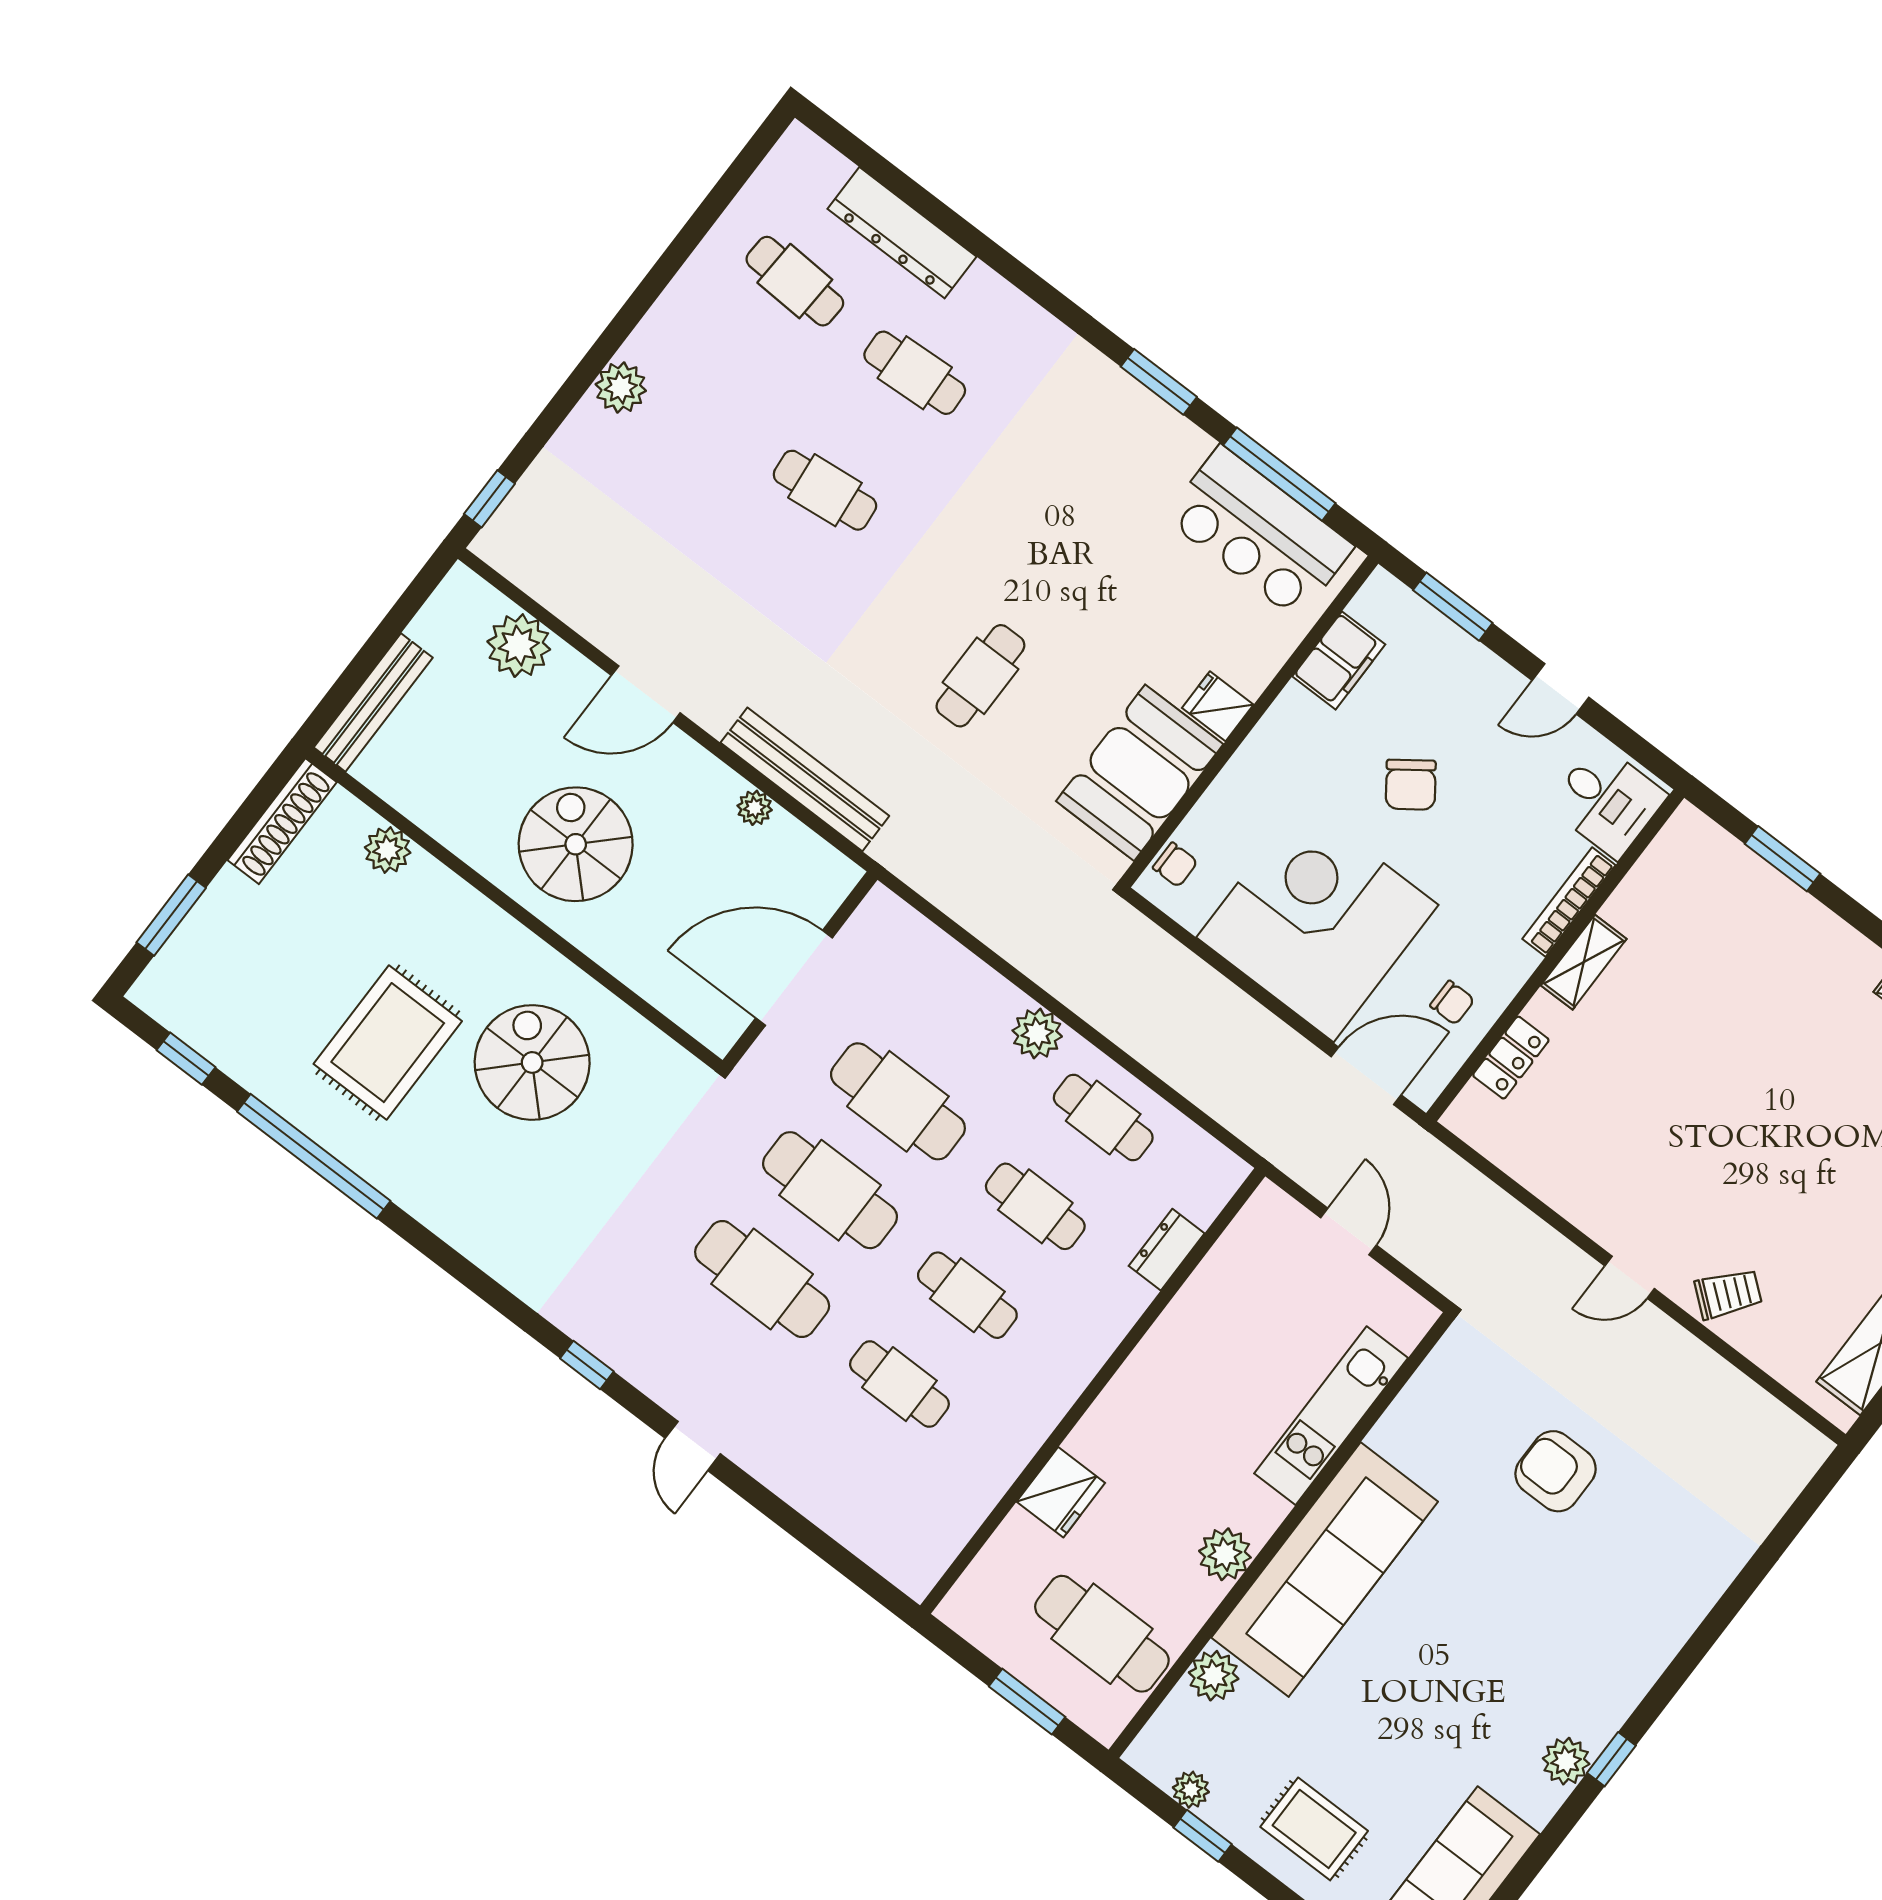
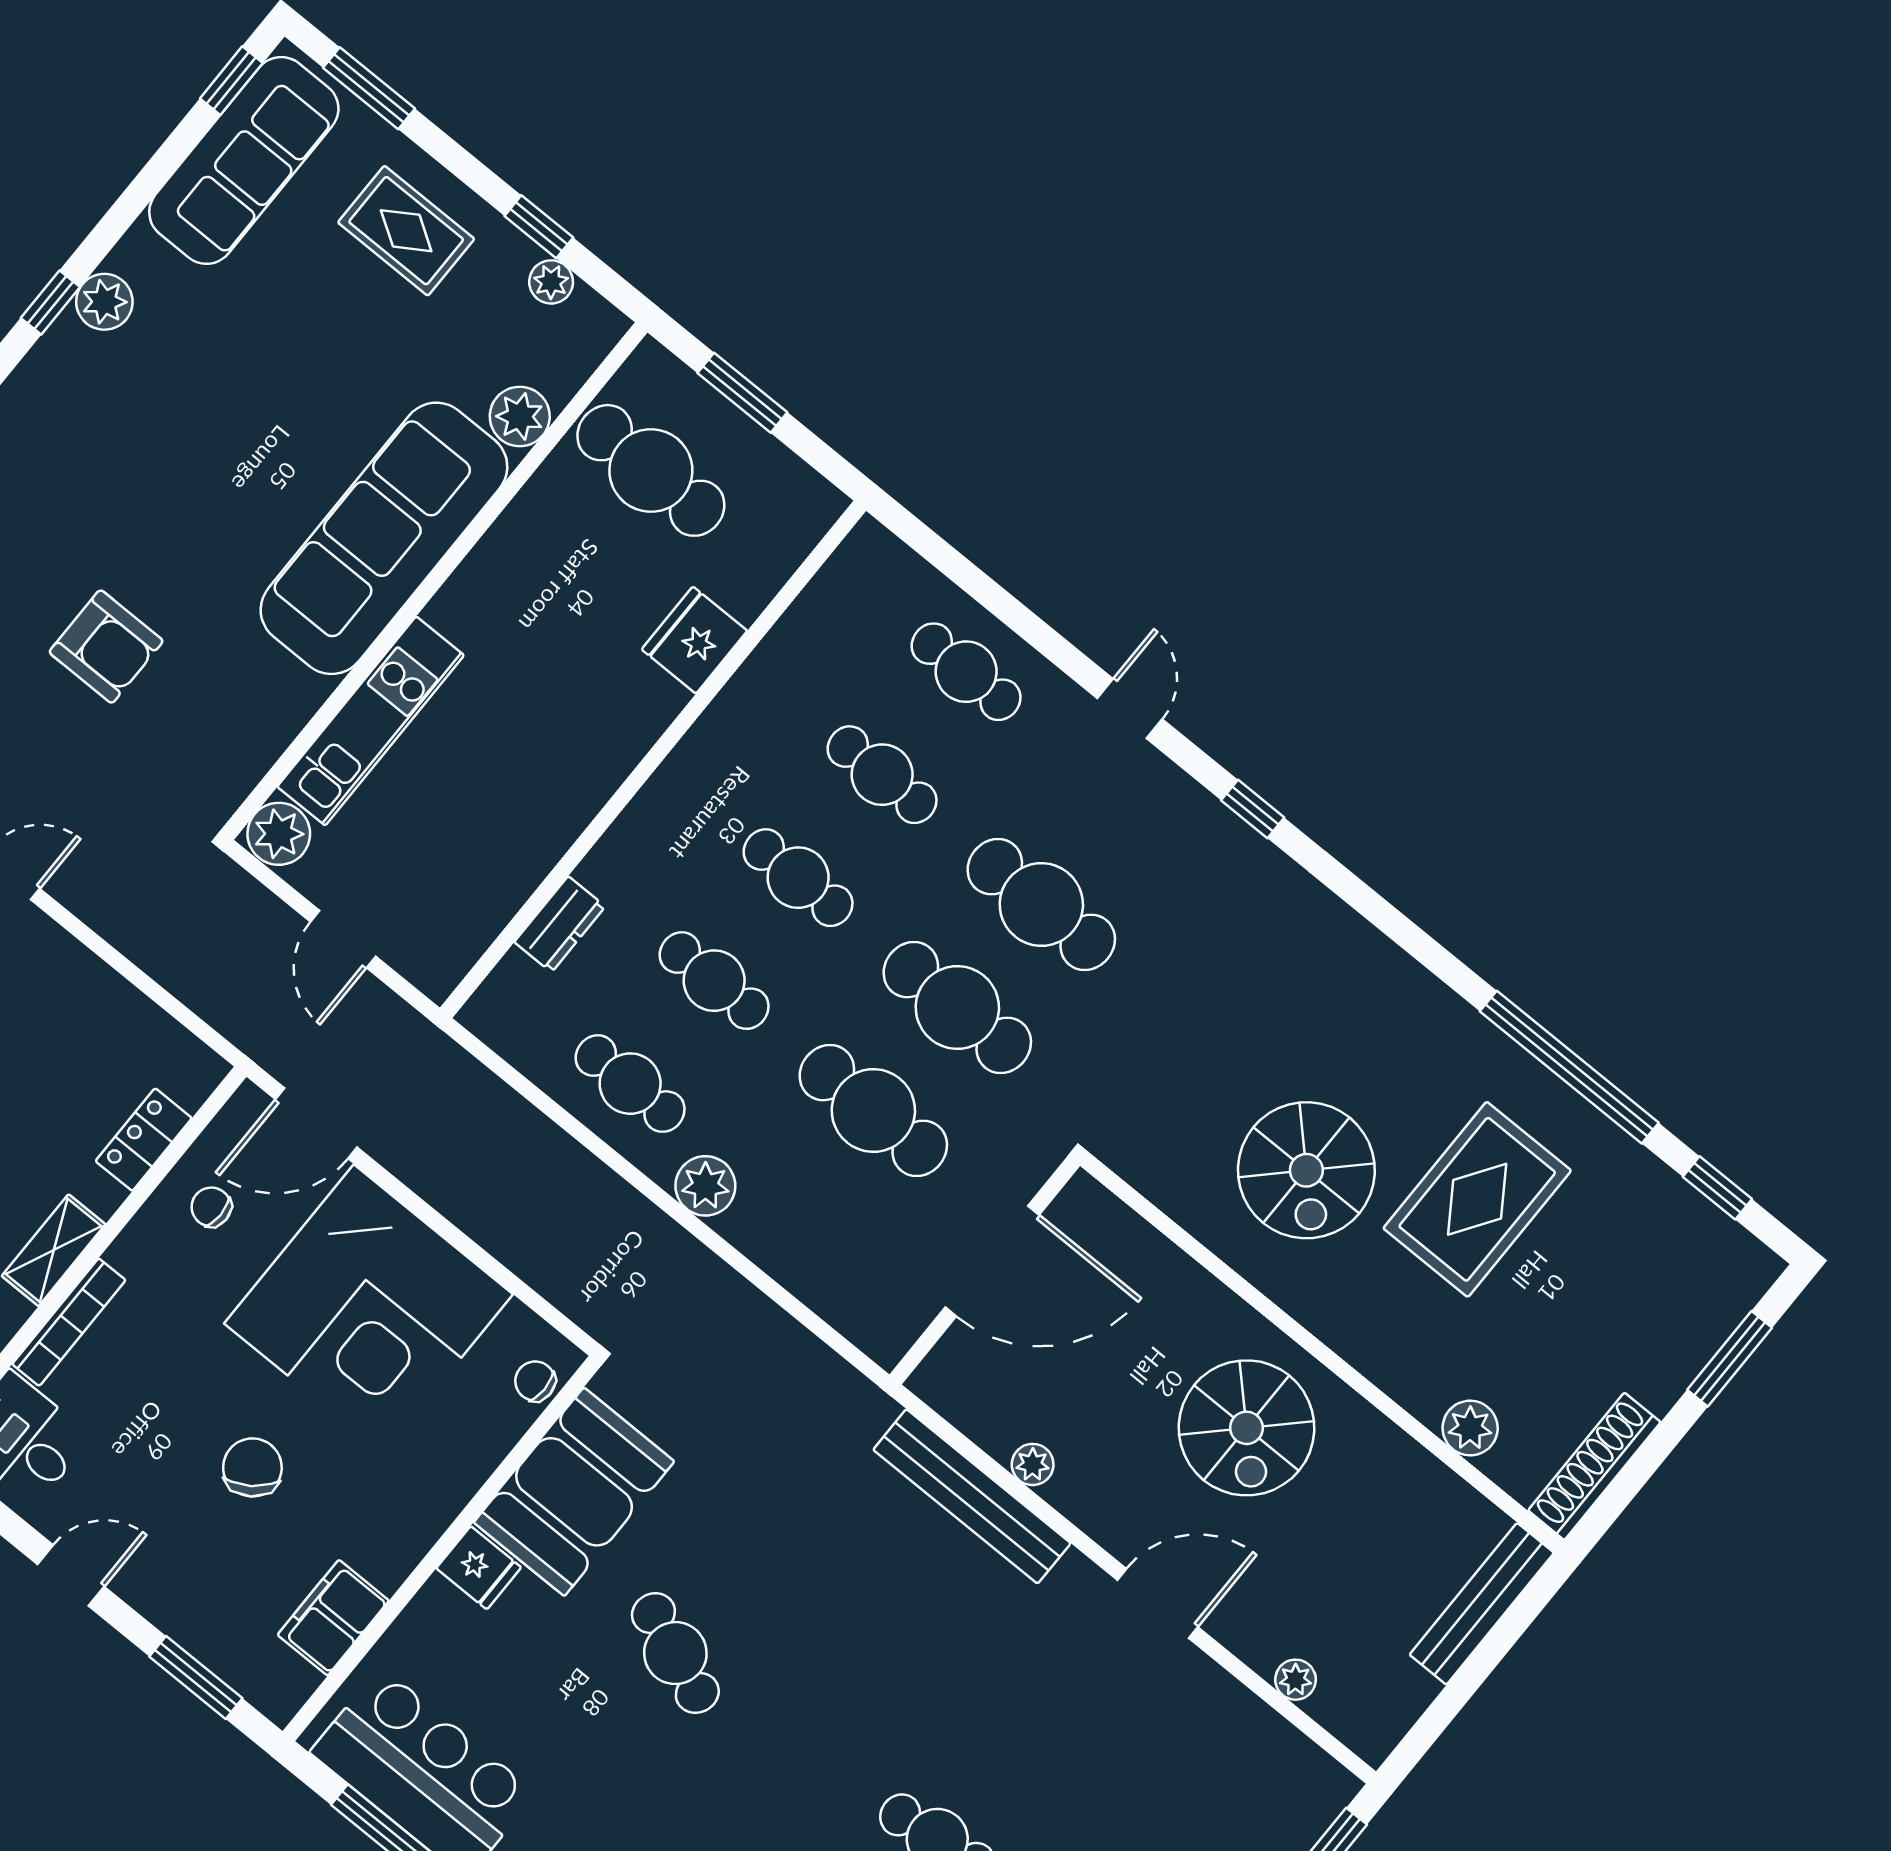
plant: (519, 646) -> (1296, 1680), width x0.53, depth x0.53
cafe table: (980, 676) -> (675, 1653), moved, turned -68
cafe table: (832, 1473) -> (966, 672), added
plant: (1225, 1554) -> (279, 834), moved

